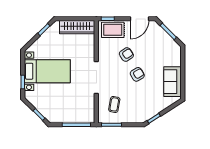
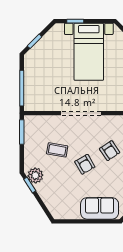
sofa: (173, 82) -> (100, 208), moved
coffee table: (114, 104) -> (57, 150), moved
plant: (146, 114) -> (35, 175), added

